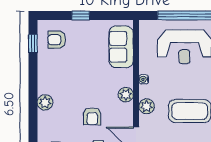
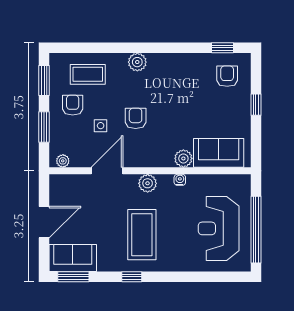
plant: (126, 95) -> (183, 158), moved
plant: (45, 102) -> (137, 62), moved
armchair: (92, 116) -> (136, 118), turned 90

